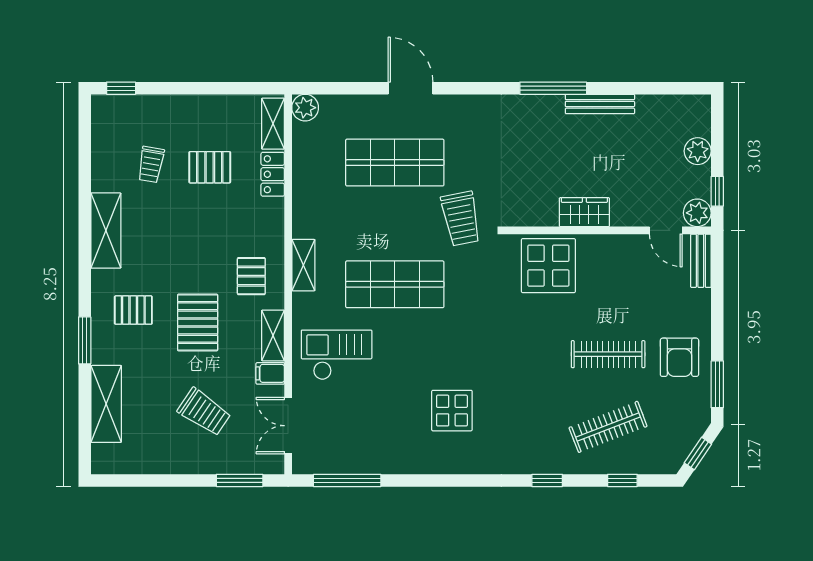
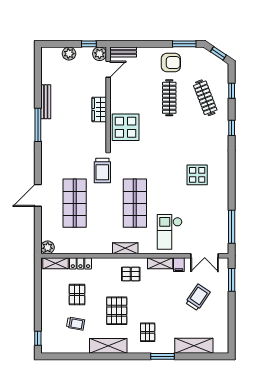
trolley: (461, 219) -> (102, 171), turned 101
pallet: (198, 322) -> (117, 311), moved, turned 90

